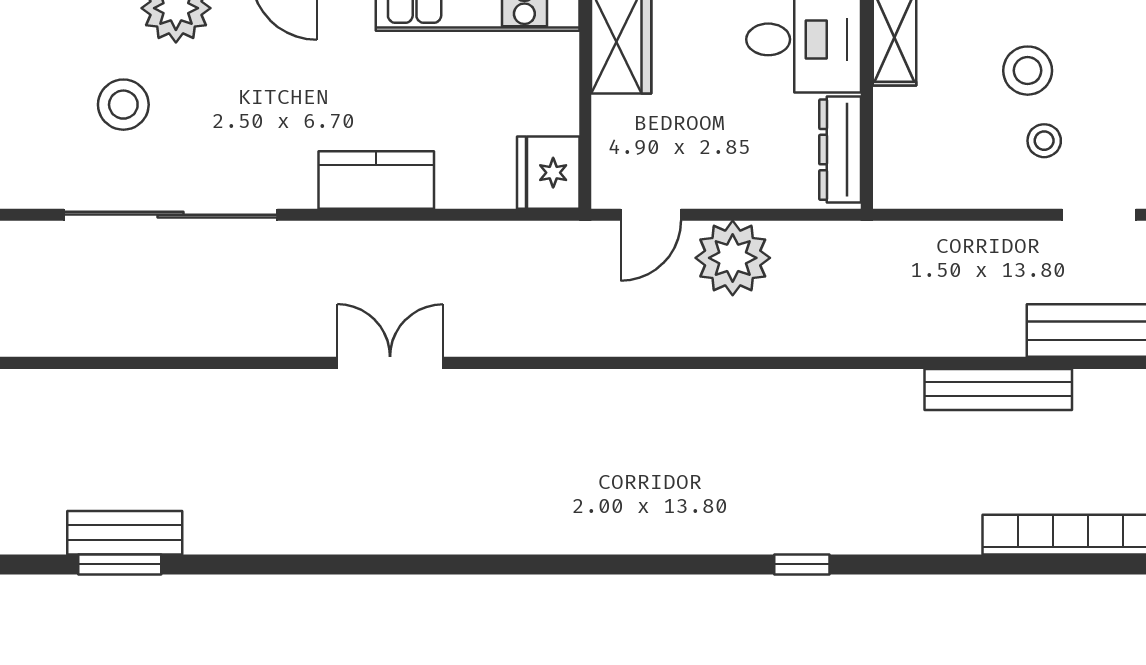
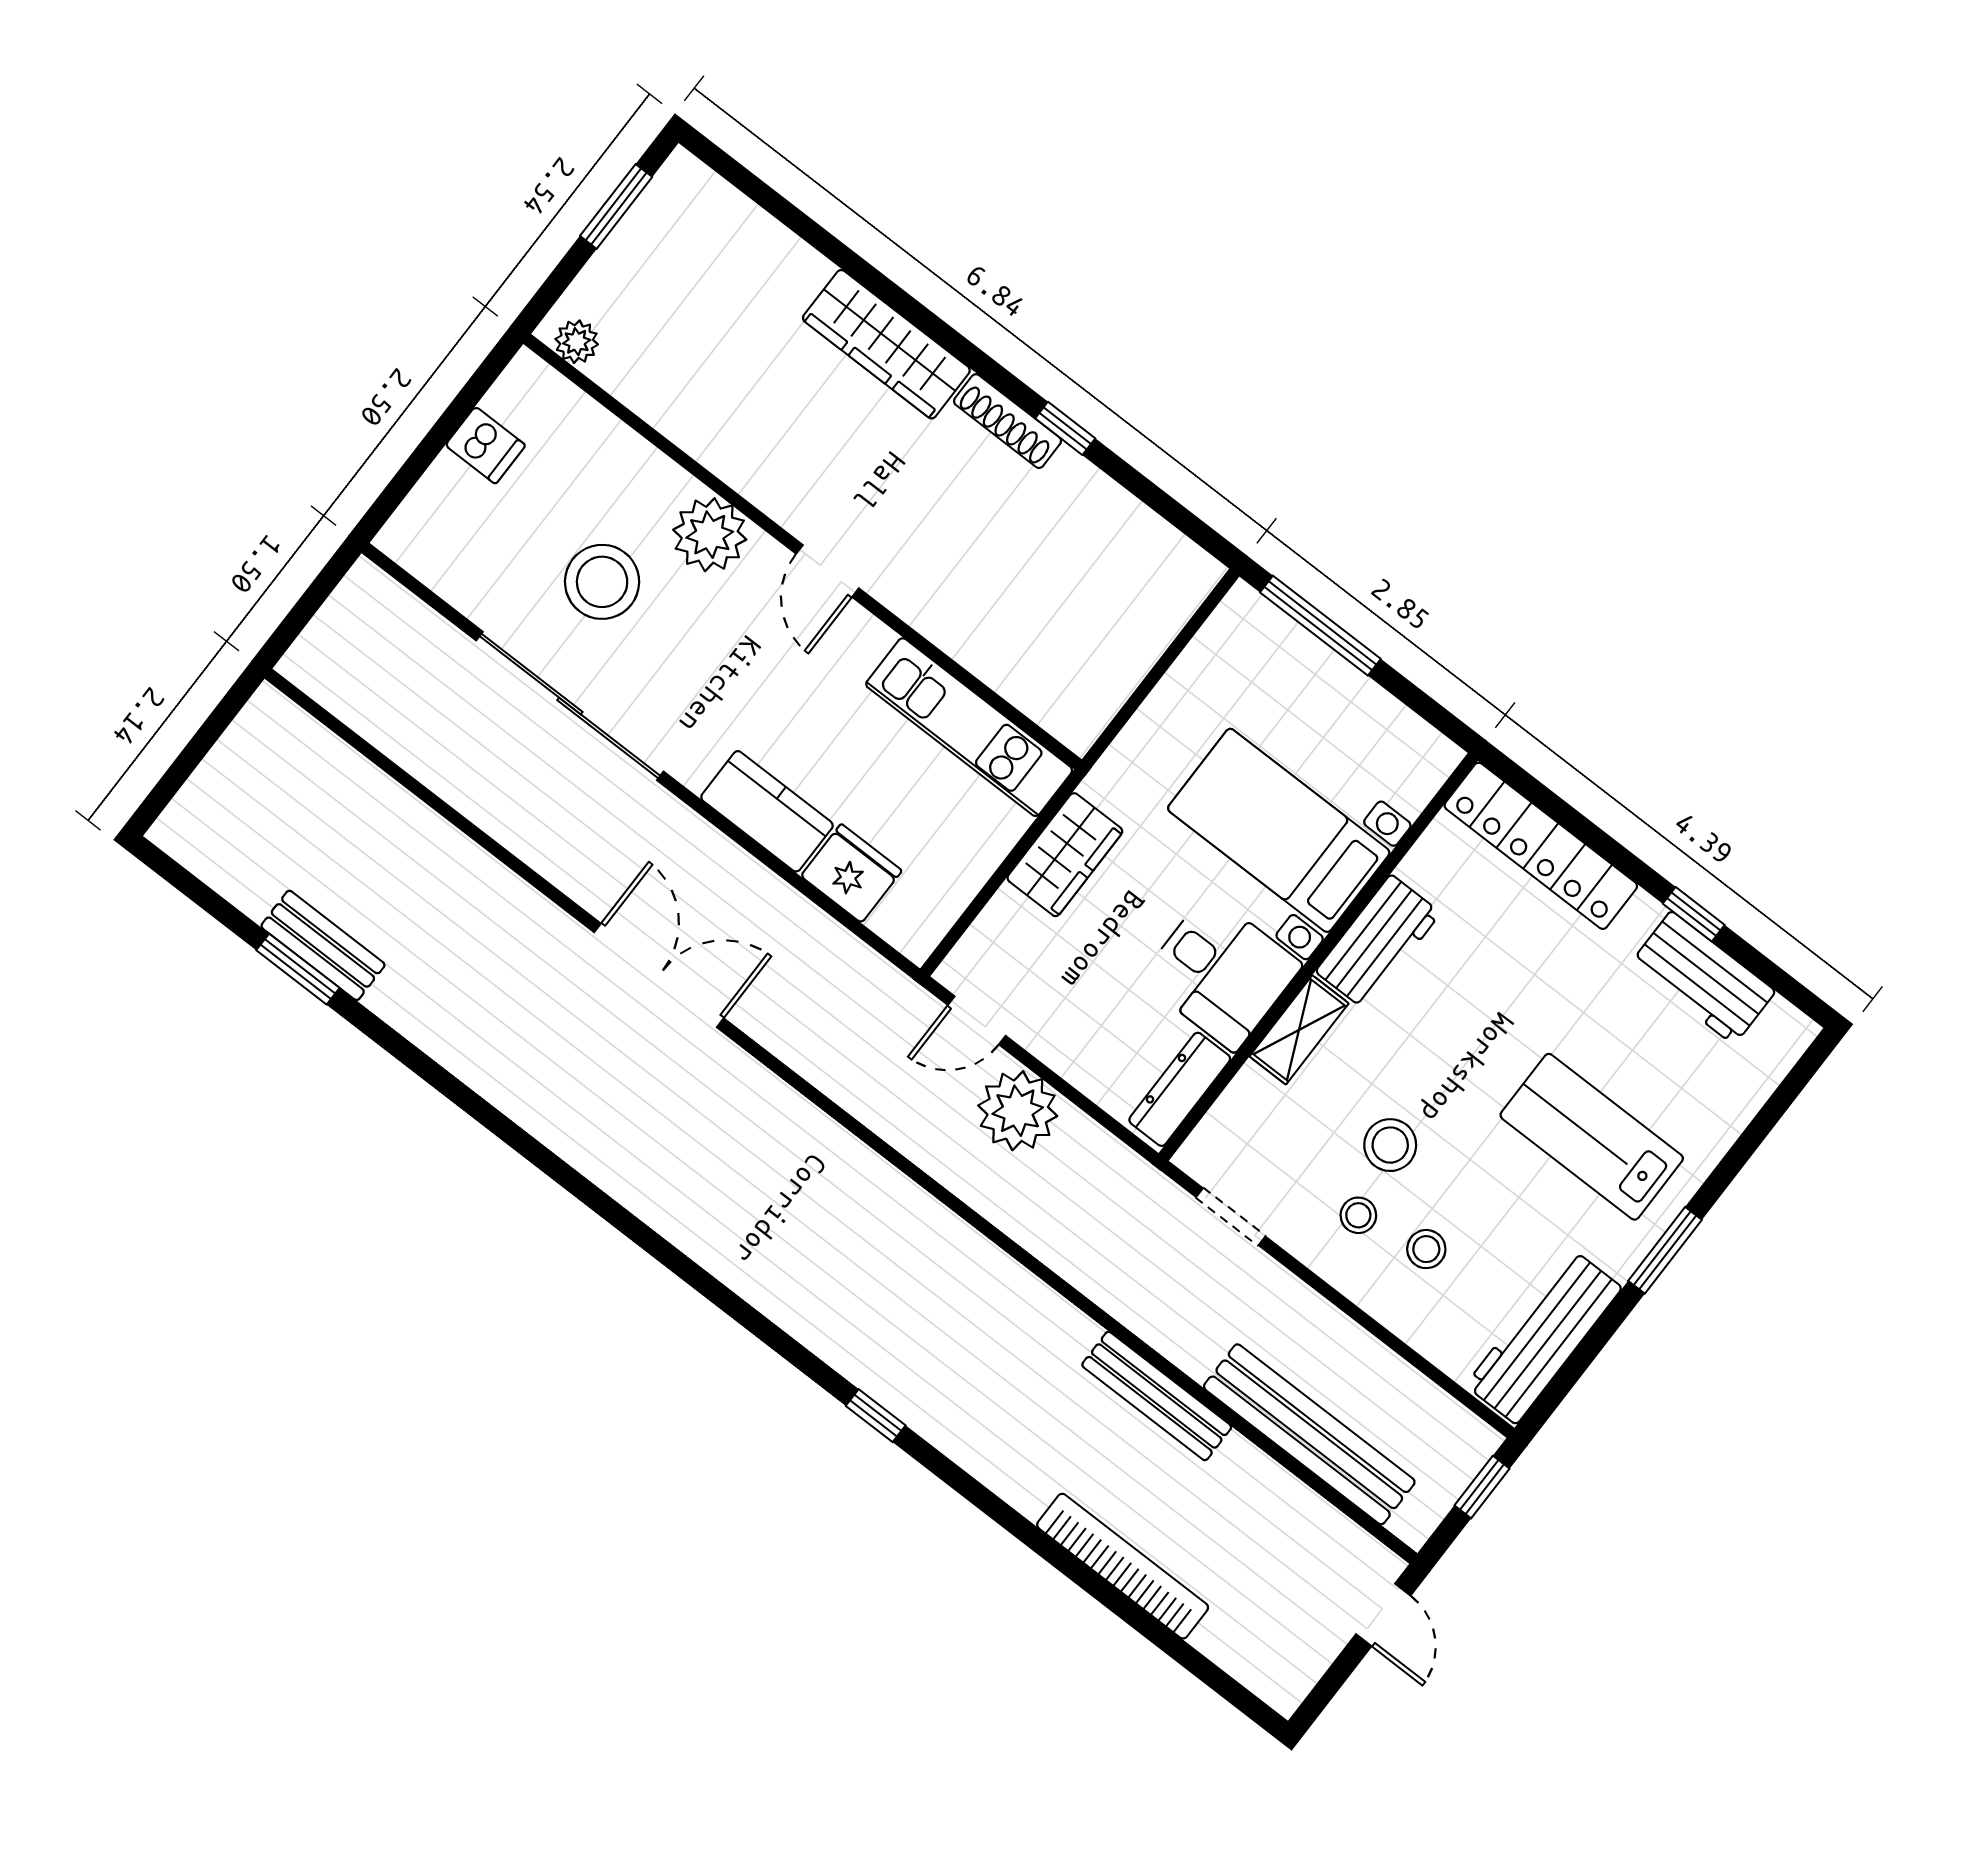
stool: (123, 105) -> (602, 582), width x1.38, depth x1.38
stool: (1114, 127) -> (1426, 1249), added
fridge: (548, 173) -> (851, 873), moved, turned 90
doorway: (1099, 215) -> (1231, 1217), moved
double door: (390, 363) -> (659, 975), width x1.37

